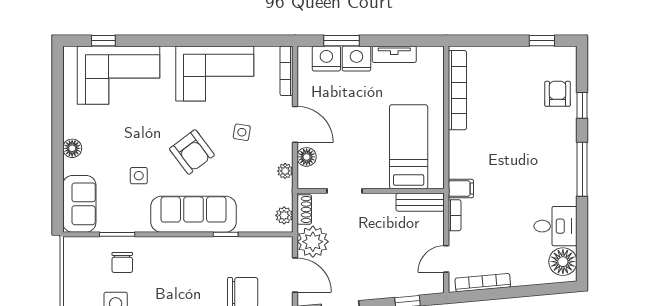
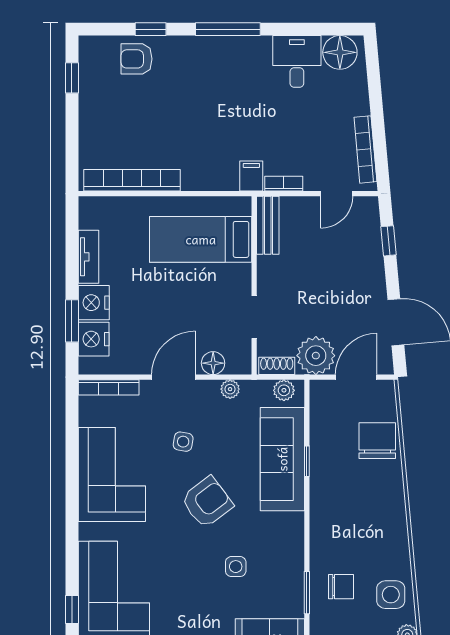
sofa: (193, 214) -> (282, 459), moved
door: (446, 259) -> (337, 194), hinge flipped

